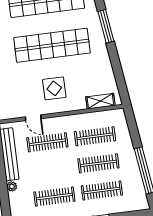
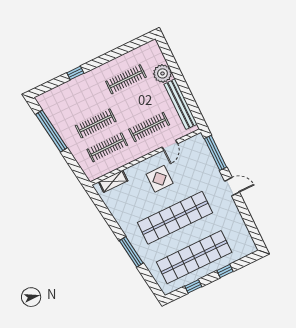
door: (33, 118) -> (170, 145), swing flipped
plant: (12, 186) -> (162, 73), width x1.88, depth x1.88
clothes rail: (102, 190) -> (84, 100), removed

